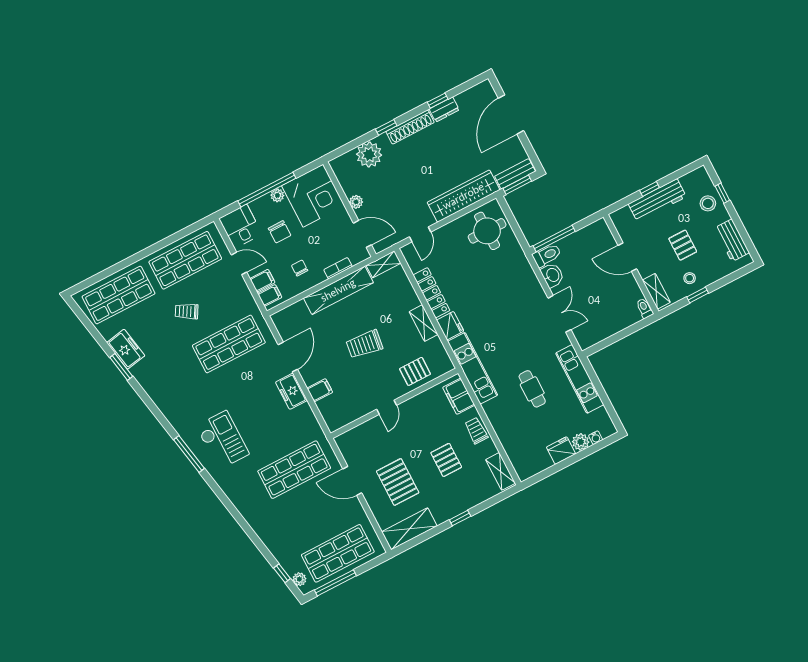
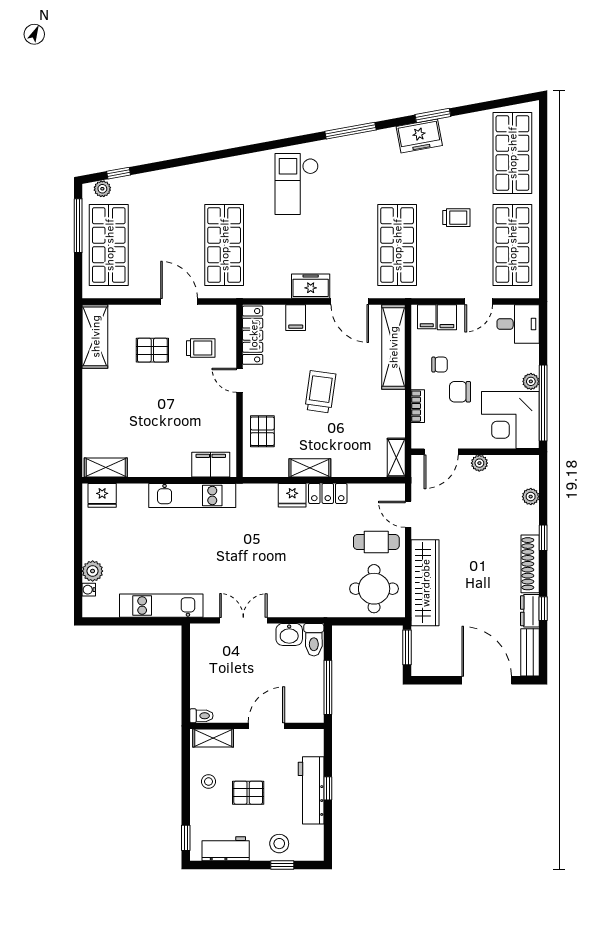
plant: (369, 155) -> (531, 497), width x0.53, depth x0.53
bench: (515, 174) -> (530, 652), moved
window: (267, 190) -> (543, 403), moved
chair: (280, 232) -> (460, 392), moved
window: (554, 239) -> (328, 687), moved
shelving: (338, 290) -> (393, 347), moved
locker: (431, 293) -> (328, 493), width x0.66
window: (698, 295) -> (186, 838), moved
trolley: (187, 311) -> (456, 218), turned 60
double door: (559, 314) -> (243, 620), swing flipped
freezer: (126, 349) -> (419, 136), moved
kitchen unit: (473, 368) -> (192, 495), moved
cafe table: (532, 389) -> (376, 542), moved
locker: (349, 415) -> (253, 335), added
trolley: (476, 431) -> (201, 348), moved
checkout: (223, 440) -> (297, 184), turned 90
fridge: (561, 450) -> (102, 495), moved, turned 90
window: (189, 454) -> (350, 131), moved
pallet: (446, 460) -> (149, 415), removed
door: (352, 481) -> (179, 302), hinge flipped
pallet: (398, 482) -> (152, 350), width x0.67, depth x0.71
window: (460, 518) -> (78, 397), removed

